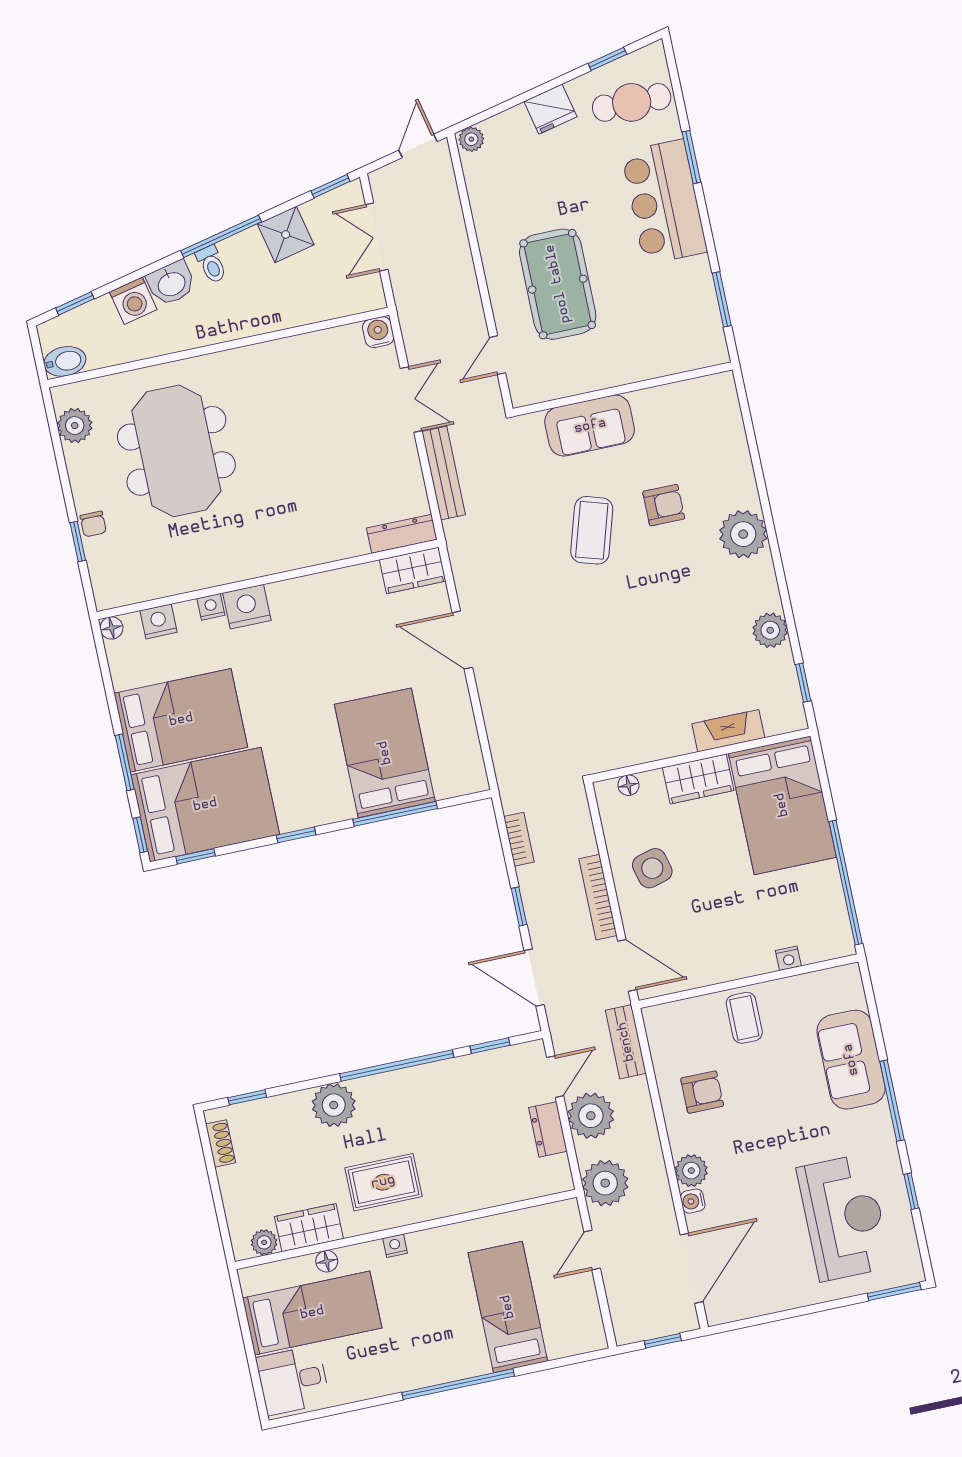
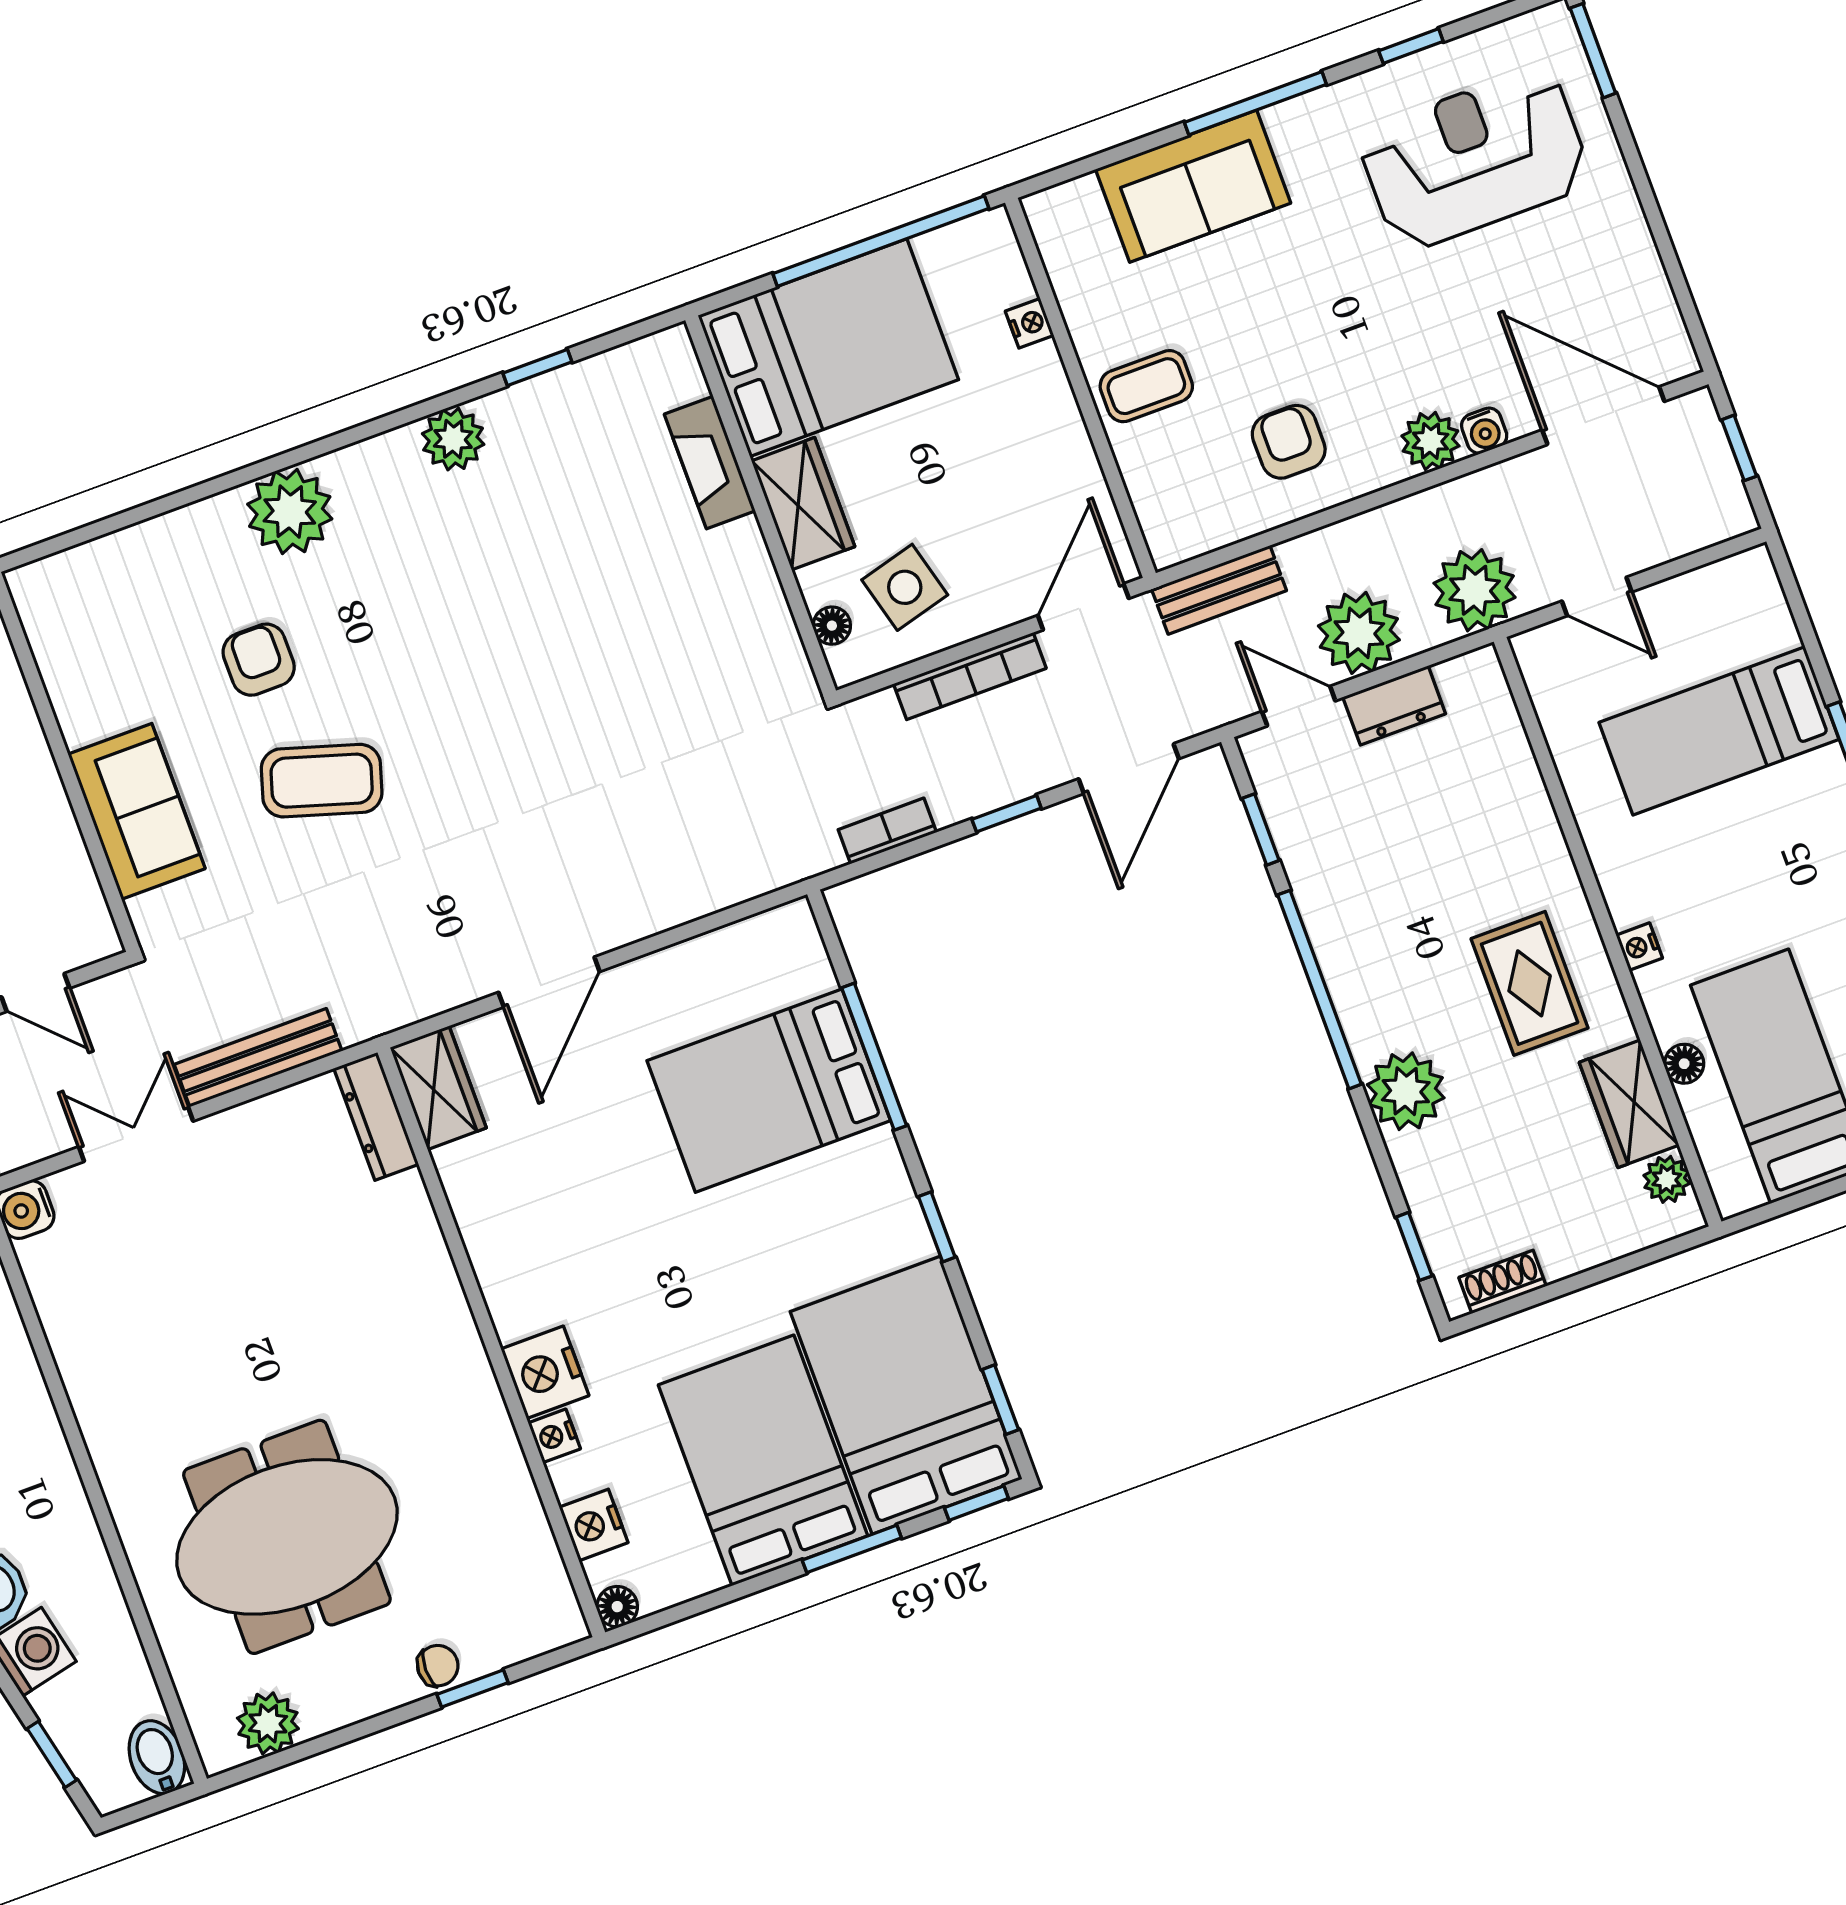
fireplace: (728, 731) -> (710, 463), moved
wall: (701, 755) -> (761, 505), moved
wardrobe: (698, 779) -> (803, 504), moved
floor lamp: (628, 785) -> (832, 626), moved
bed: (782, 805) -> (828, 348), moved

